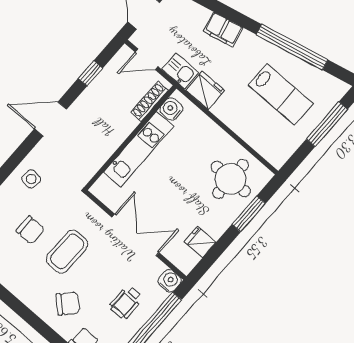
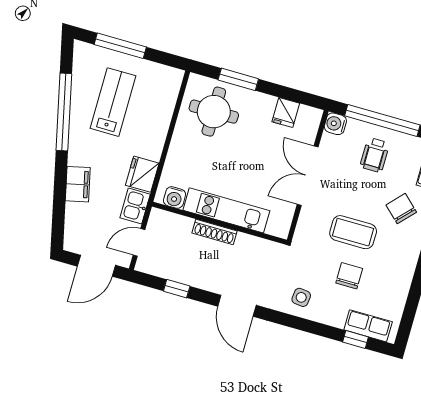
door: (147, 59) -> (139, 242), swing flipped
shoe rack: (149, 101) -> (214, 232), moved
wheelchair: (126, 302) -> (375, 155), turned 90

